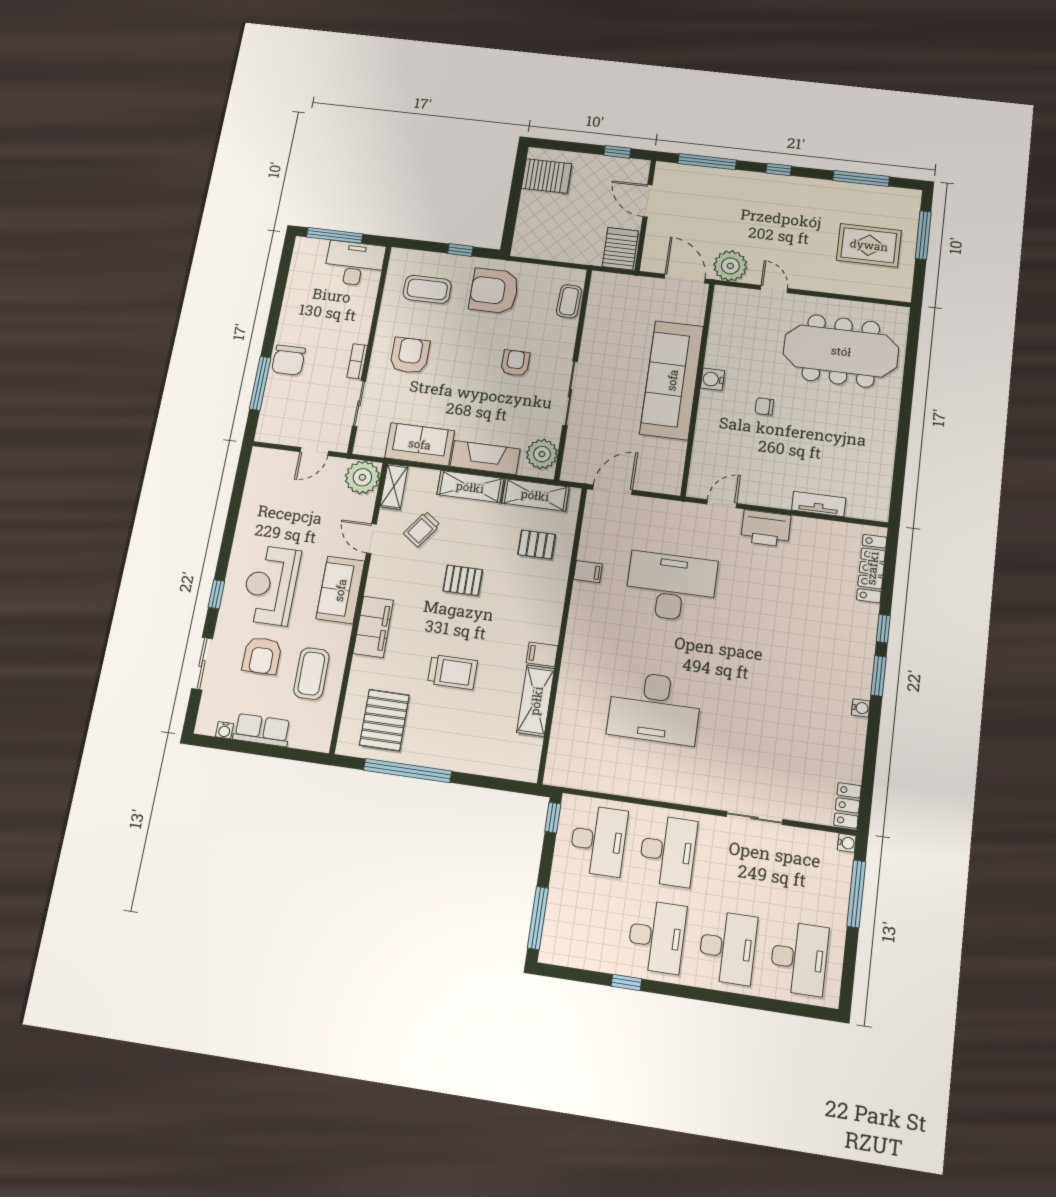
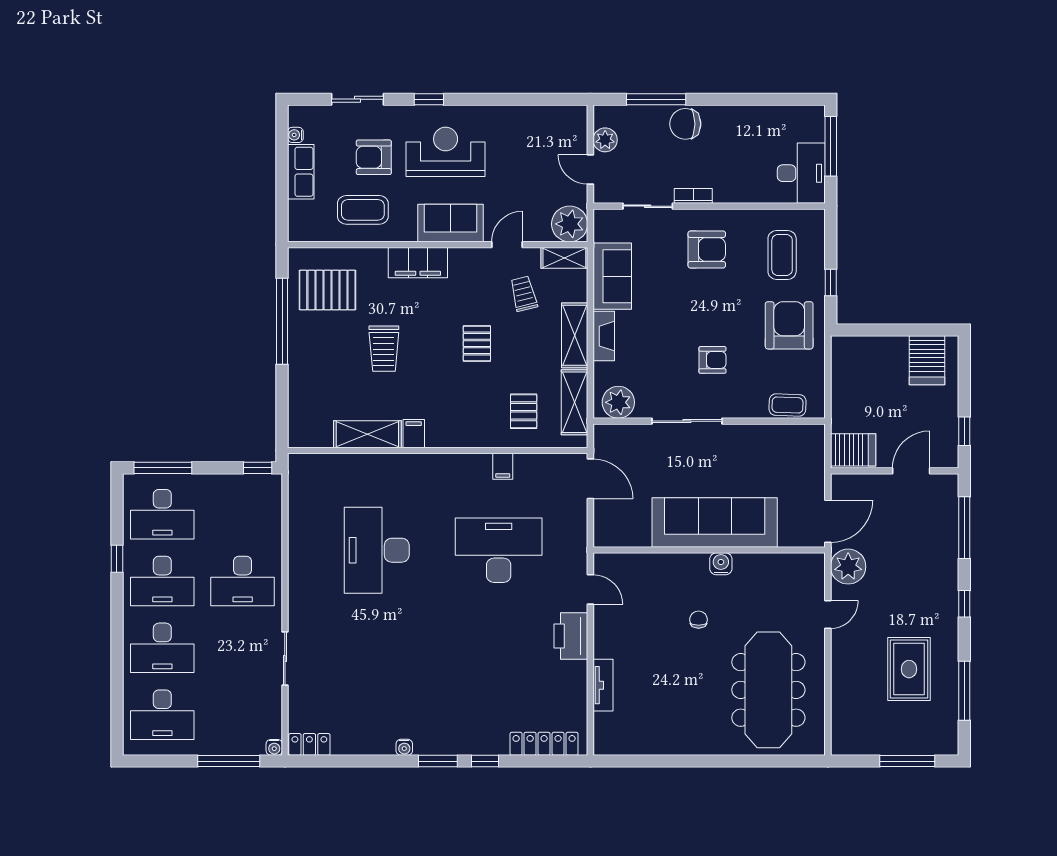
rug: (869, 245) -> (909, 669), moved
plant: (289, 434) -> (605, 140), added
fireplace: (485, 458) -> (604, 336), width x0.73, depth x0.76
trolley: (422, 529) -> (524, 294), turned 40
desk: (671, 587) -> (499, 550), turned -90
desk: (598, 840) -> (162, 514), moved

